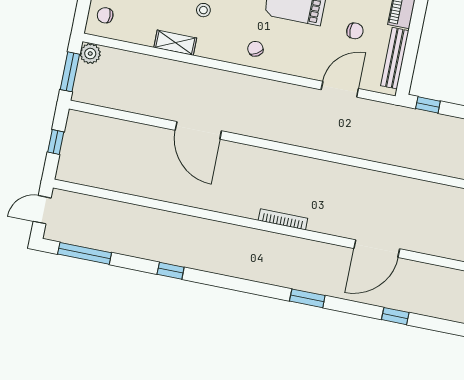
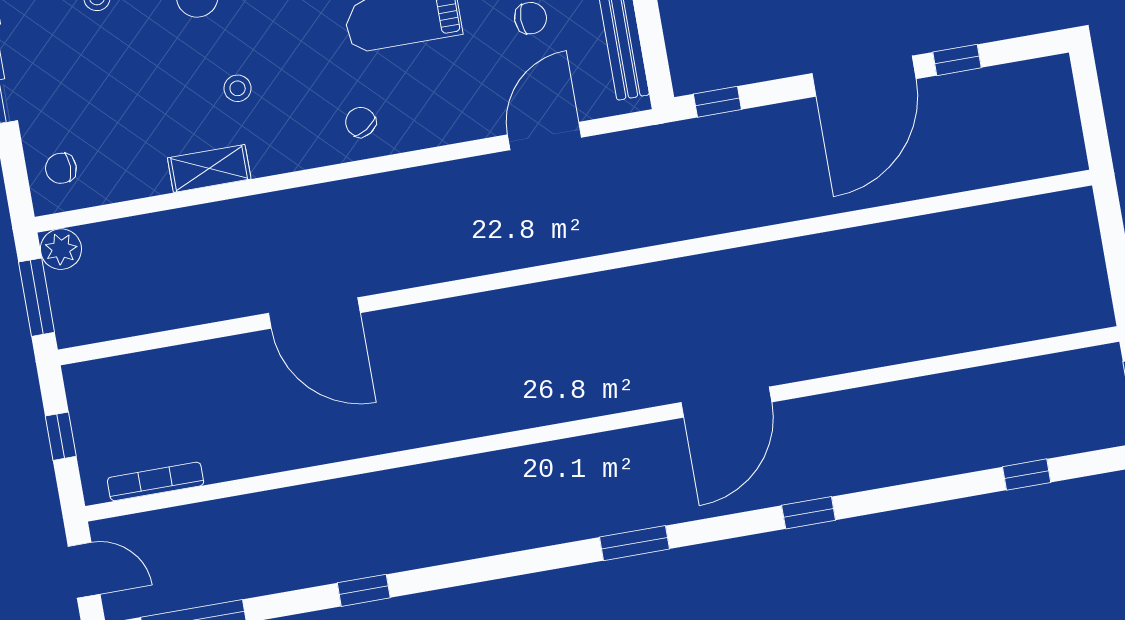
door: (42, 210) -> (84, 570), swing flipped
bookcase: (283, 219) -> (156, 481), moved

